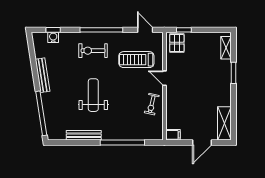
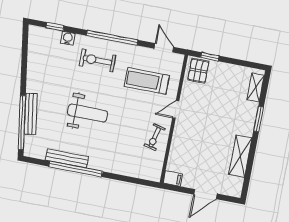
water cooler: (53, 37) -> (68, 38), moved
bench: (43, 75) -> (31, 114), moved
door: (164, 78) -> (176, 109), hinge flipped
weight bench: (93, 95) -> (88, 113), turned 90
shelving: (224, 123) -> (240, 156), moved
window: (122, 142) -> (76, 169), moved

